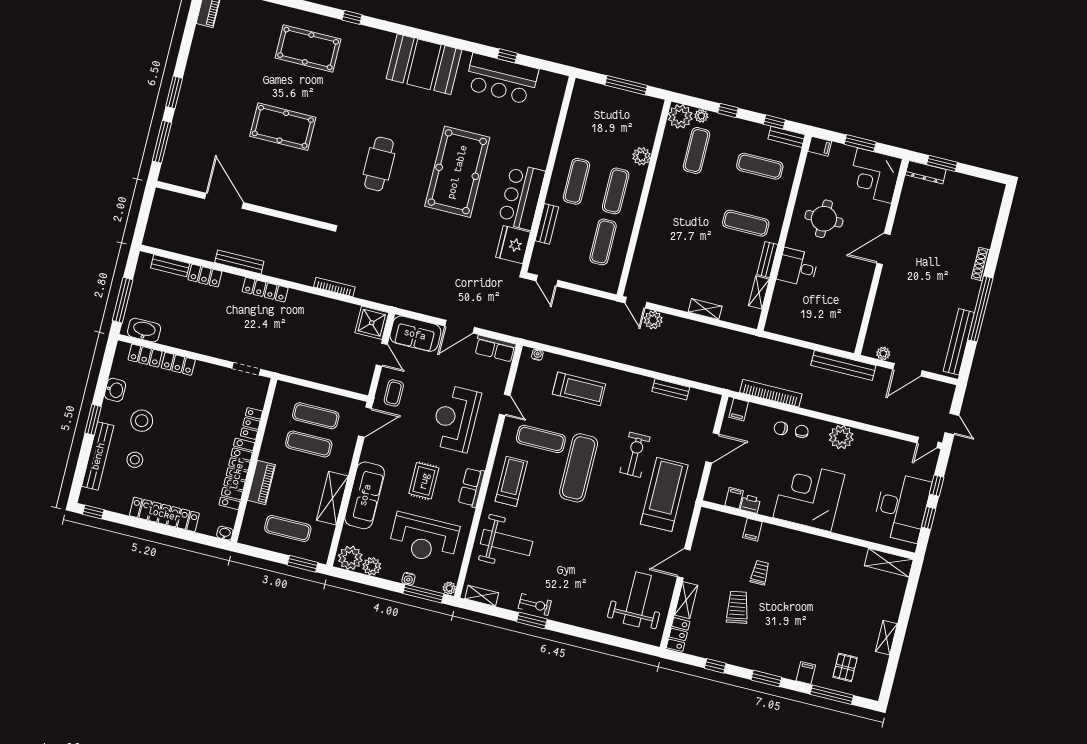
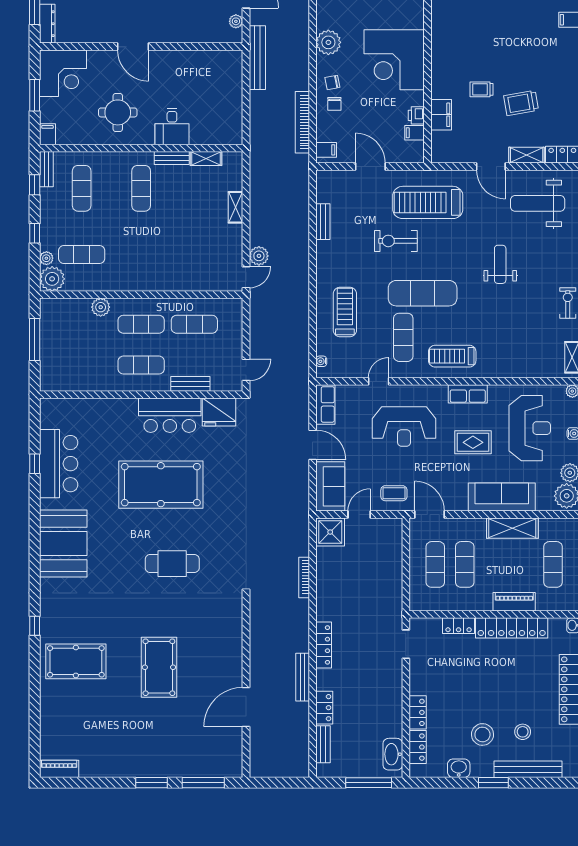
pool table: (308, 48) -> (76, 661), turned 90
filing cabinet: (752, 530) -> (441, 115), width x2.00
weight bench: (507, 543) -> (500, 264), moved, width x0.73, depth x0.75

